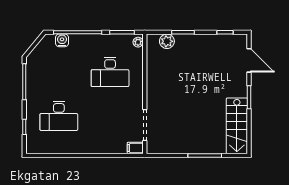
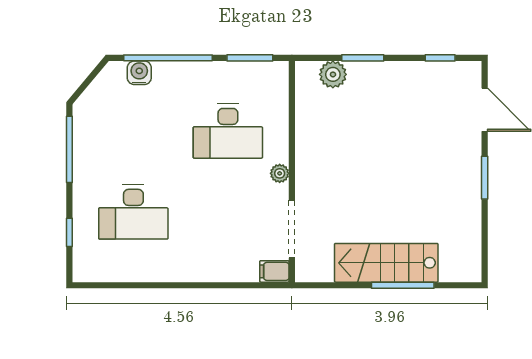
plant: (138, 42) -> (280, 173), moved
stairs: (237, 126) -> (386, 263), moved, turned 90

